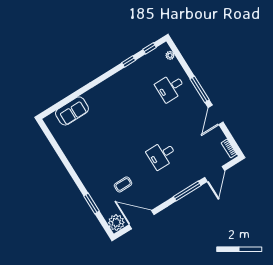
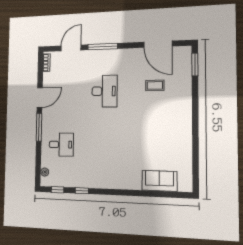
desk: (162, 155) -> (105, 91), width x1.37
window: (92, 203) -> (195, 64), moved
plant: (116, 223) -> (183, 55), removed

